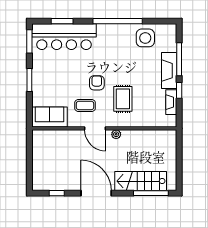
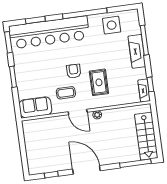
bar counter: (64, 37) -> (49, 32), width x1.36
window: (179, 90) -> (150, 84), moved
fireplace: (171, 102) -> (144, 91), moved
stairs: (141, 181) -> (146, 136), moved, turned -90

